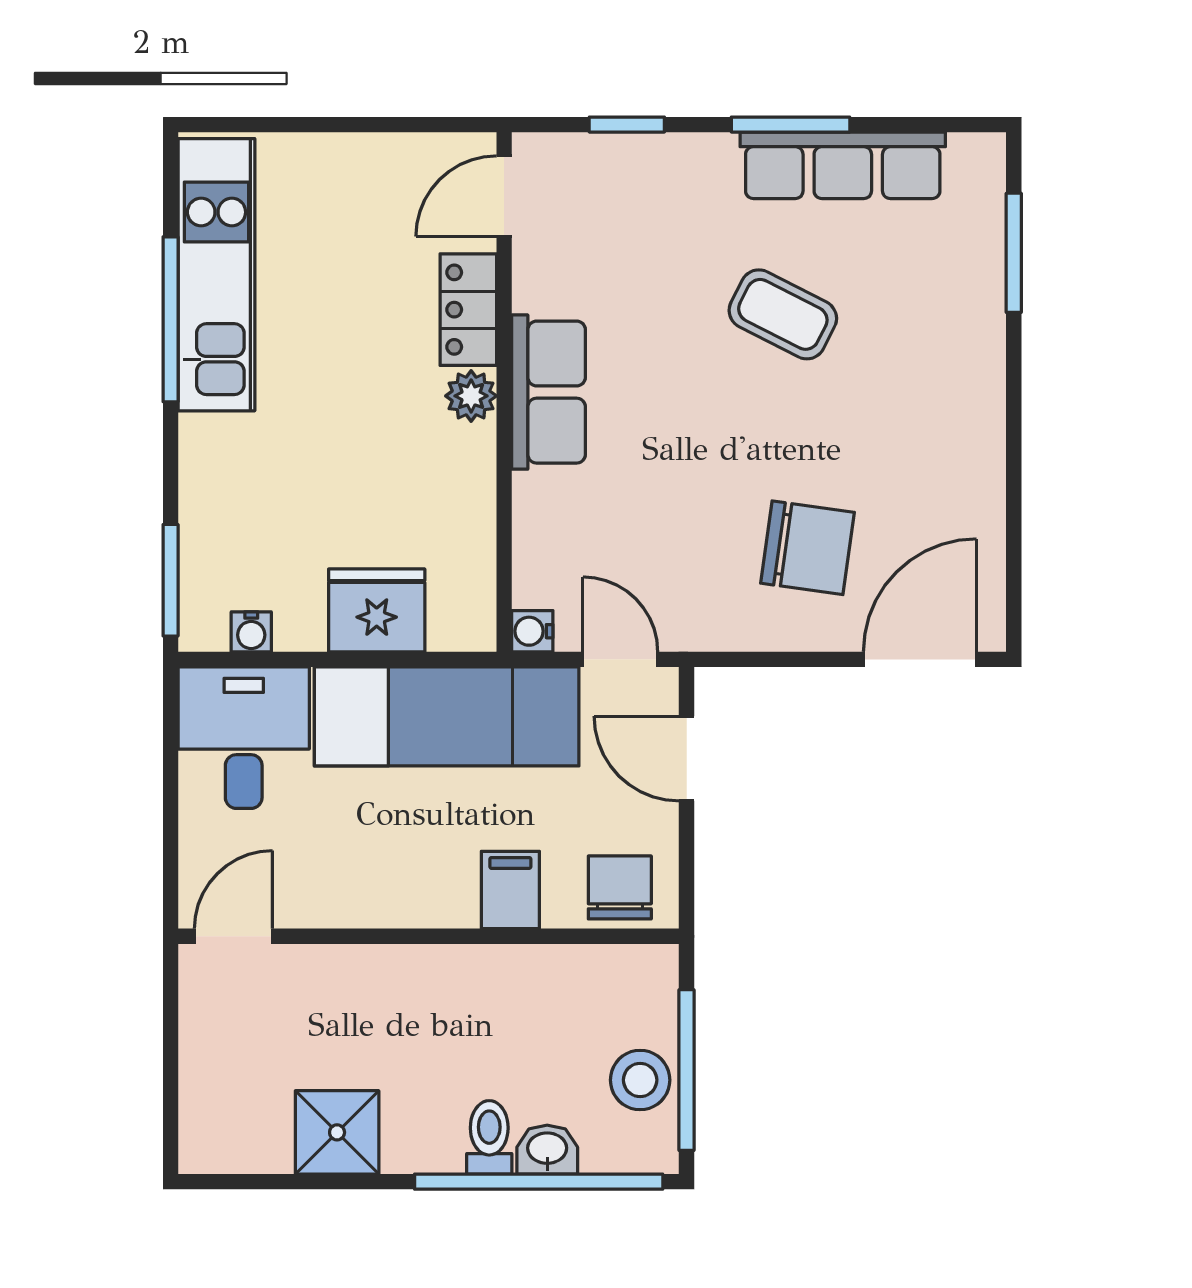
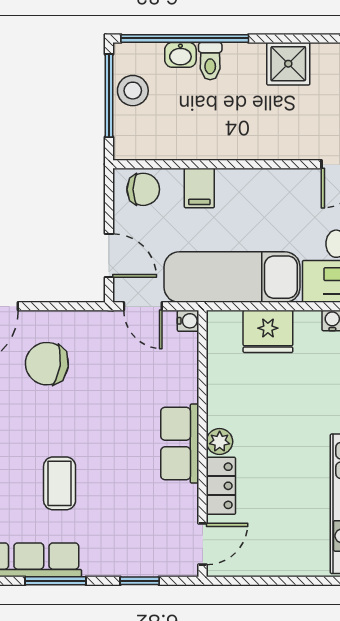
coffee table: (783, 314) -> (60, 483), turned 63
chair: (620, 887) -> (143, 189), turned -90

